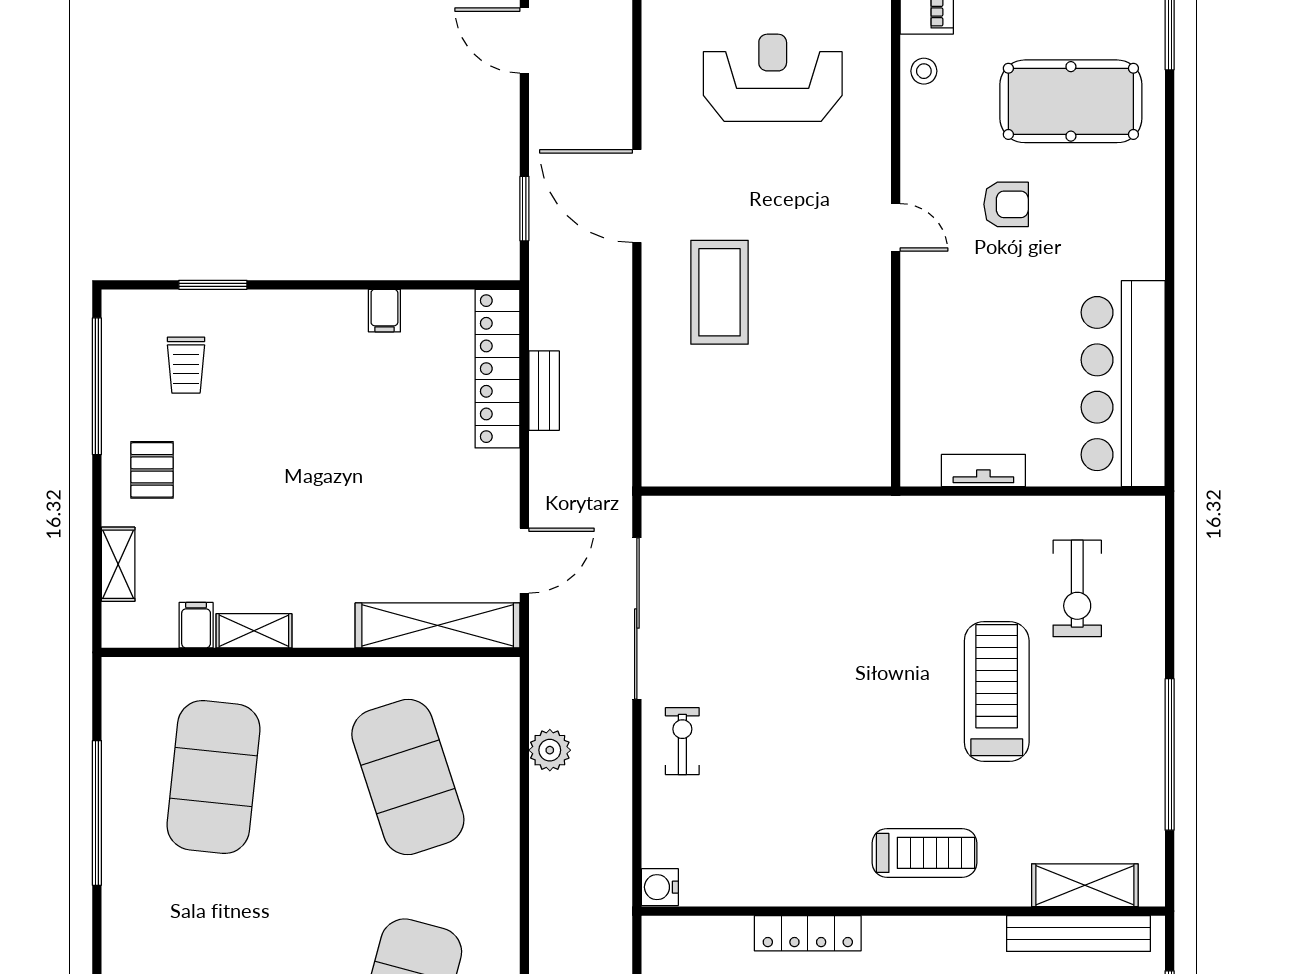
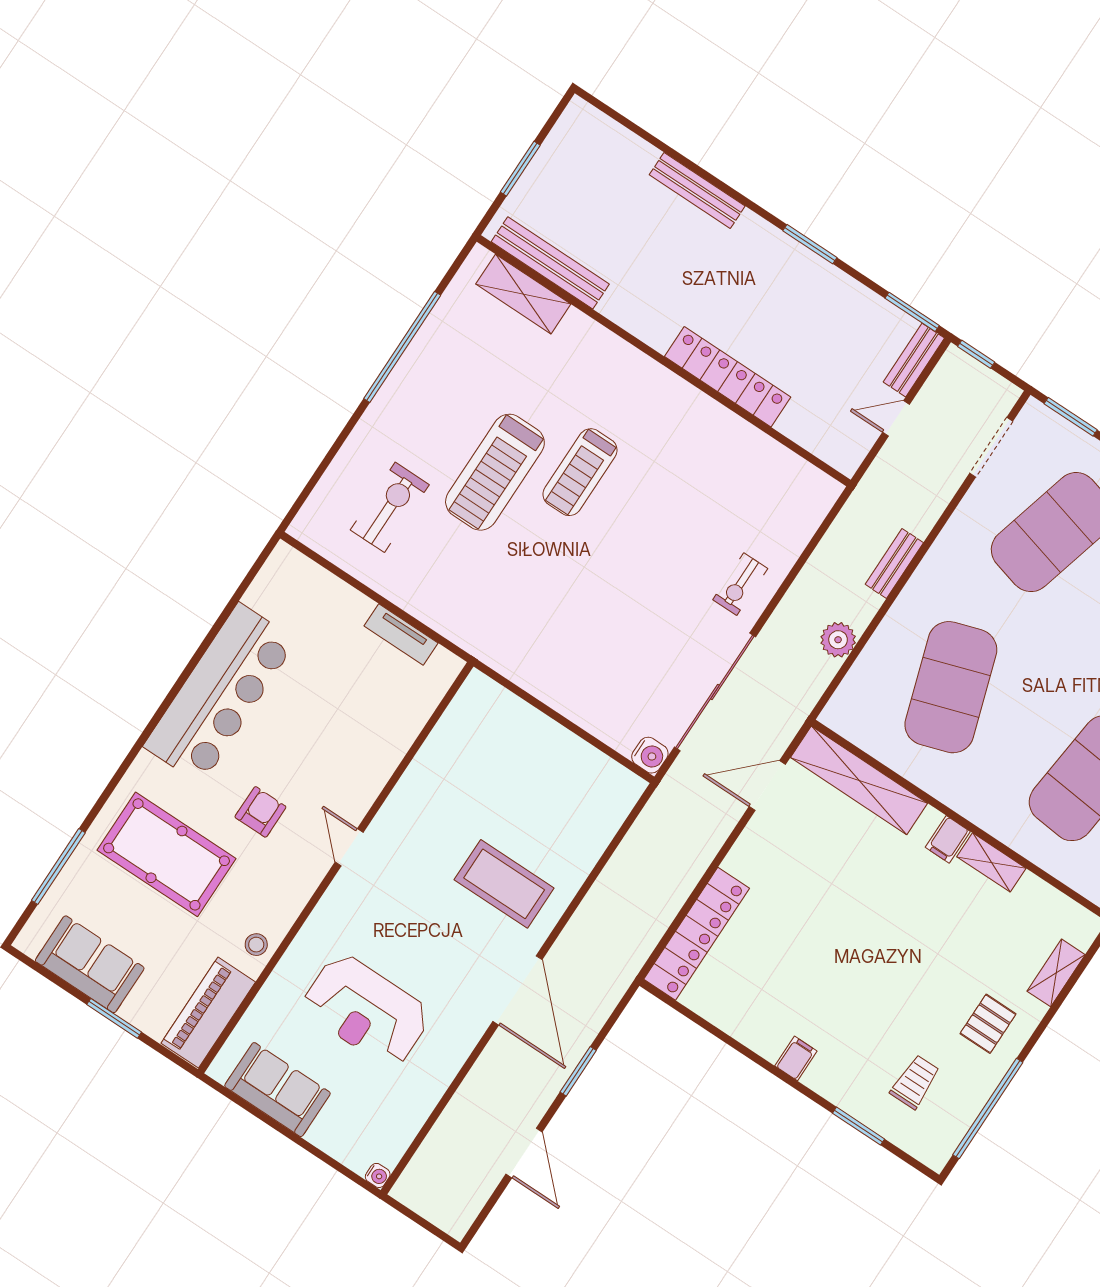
armchair: (1006, 204) -> (260, 812), turned 90
window: (524, 209) -> (578, 1071), moved
coffee table: (720, 292) -> (504, 884), turned 90
filing cabinet: (384, 311) -> (796, 1058), moved
bar counter: (1123, 384) -> (220, 694), moved
bench: (544, 391) -> (894, 563), moved
filing cabinet: (196, 625) -> (948, 839), moved
treadmill: (925, 853) -> (580, 472), moved, turned -90
water cooler: (660, 887) -> (650, 755), moved
locker: (808, 933) -> (728, 377), width x1.41, depth x1.21

